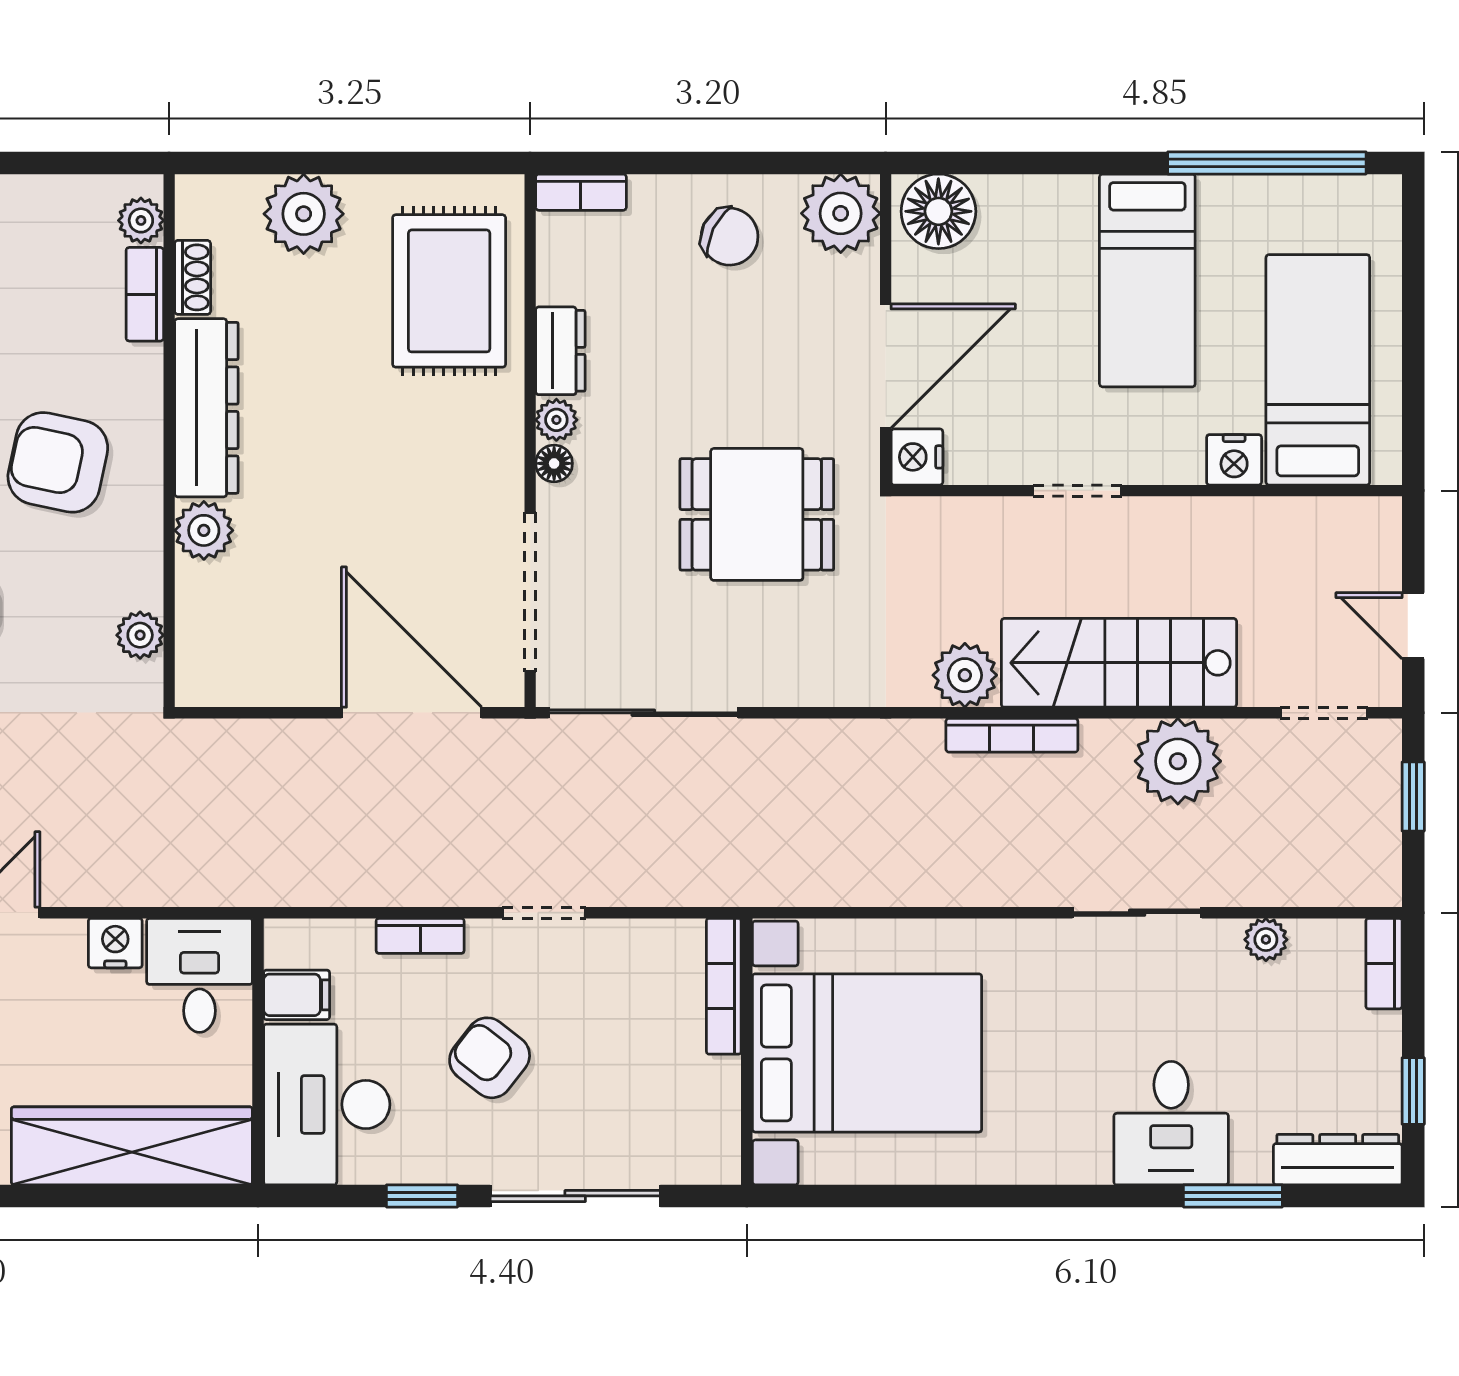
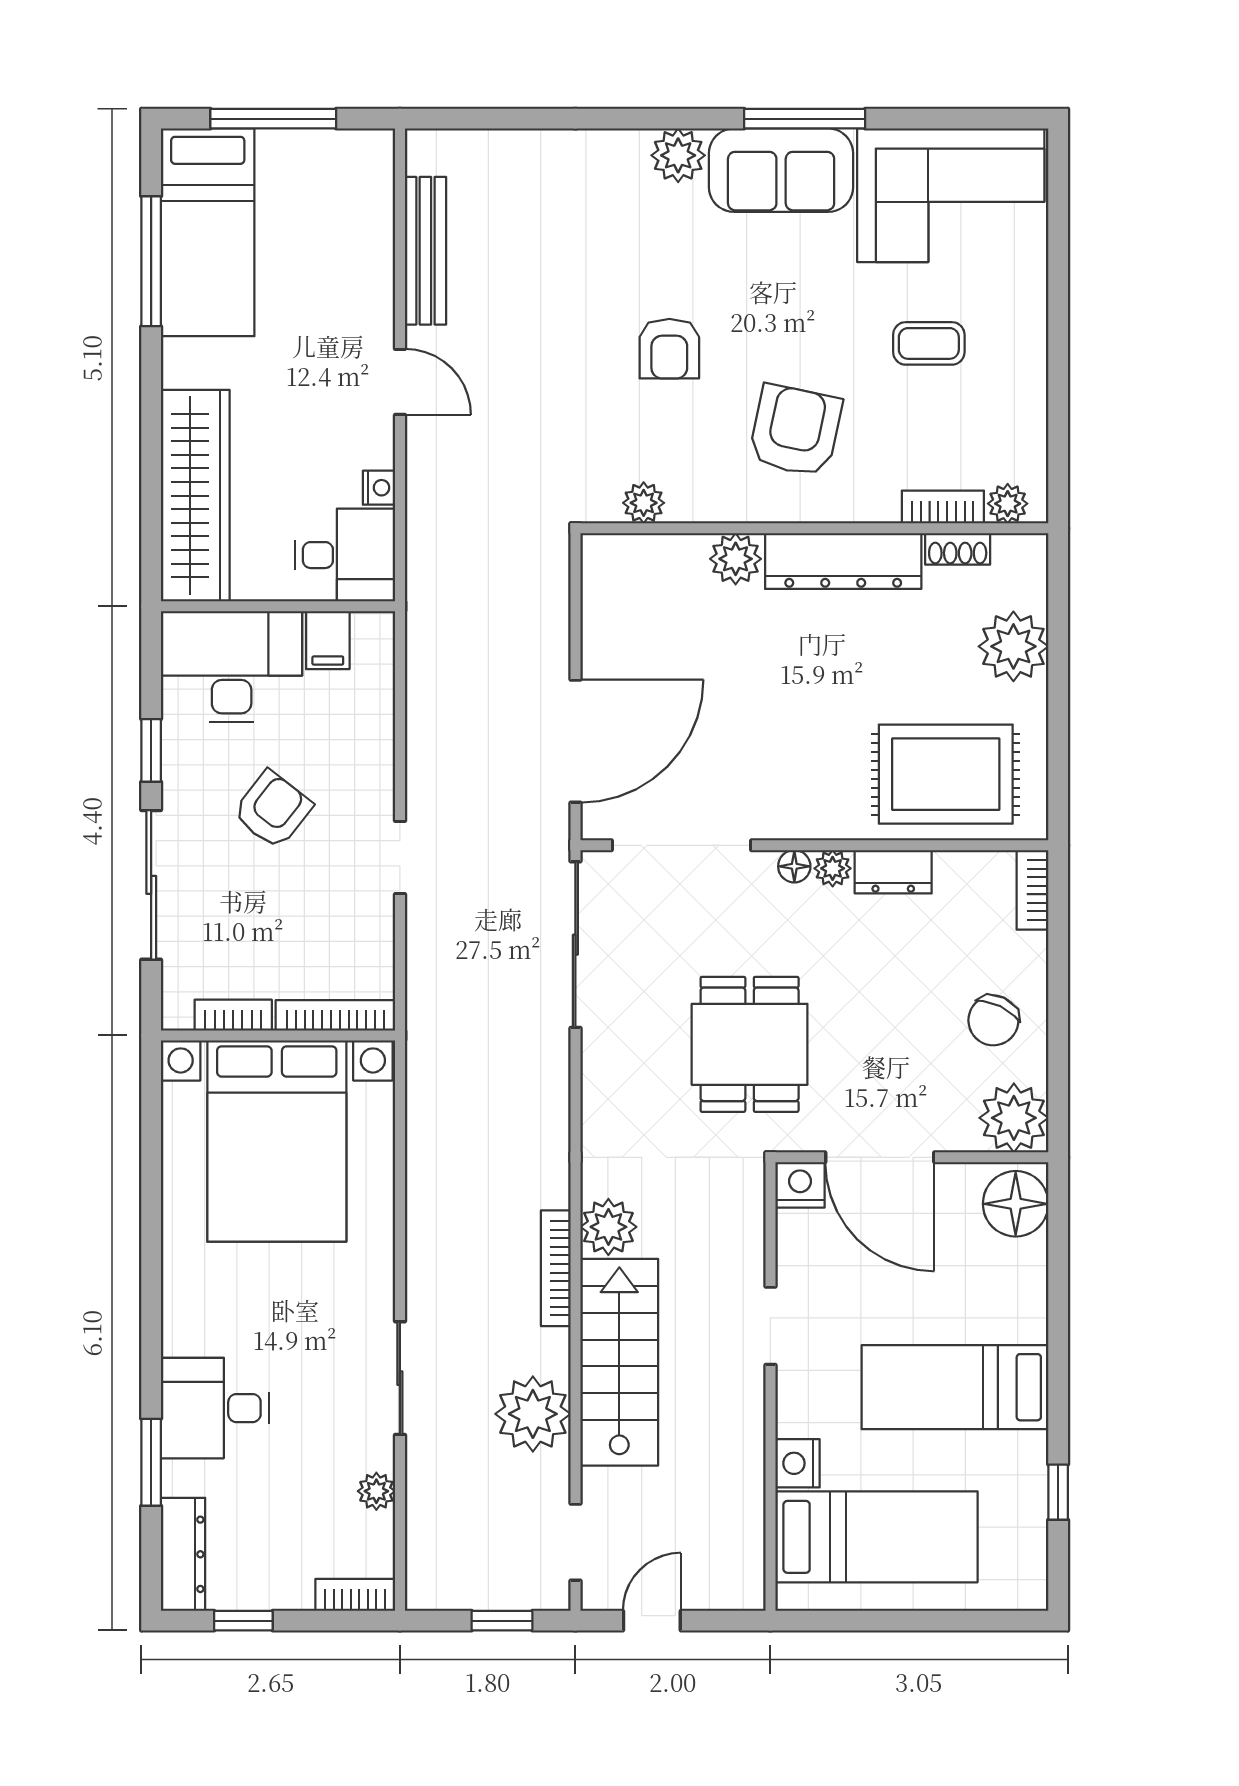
window: (1267, 163) -> (1058, 1492), width x0.32
bookcase: (420, 936) -> (233, 1015), moved, turned 90
nightstand: (115, 943) -> (379, 488), width x0.72, depth x0.74

